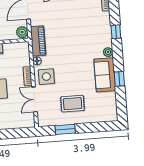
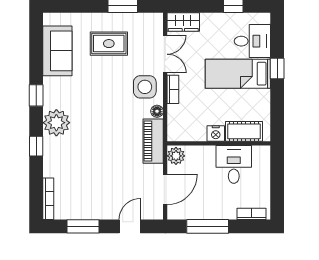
plant: (108, 52) -> (56, 123), width x1.88, depth x1.88
sofa: (105, 75) -> (57, 51), moved
window: (119, 79) -> (36, 95), moved
wardrobe: (24, 122) -> (183, 22), added

